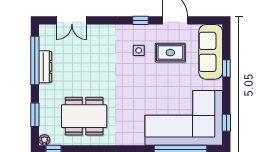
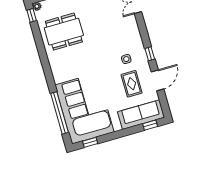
window: (226, 68) -> (150, 125), moved
dining table: (84, 116) -> (64, 32), turned 90

